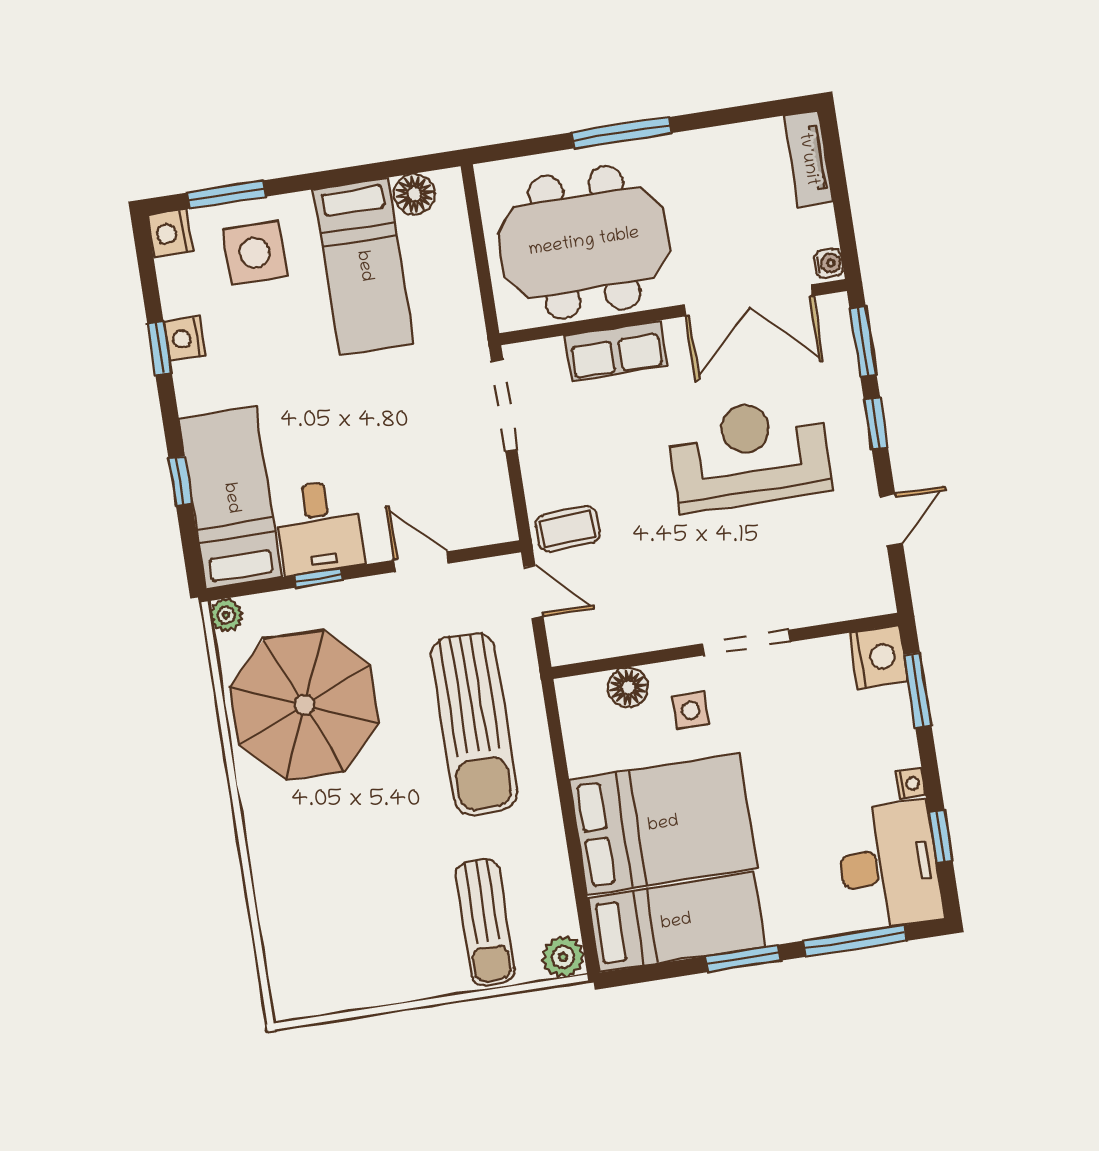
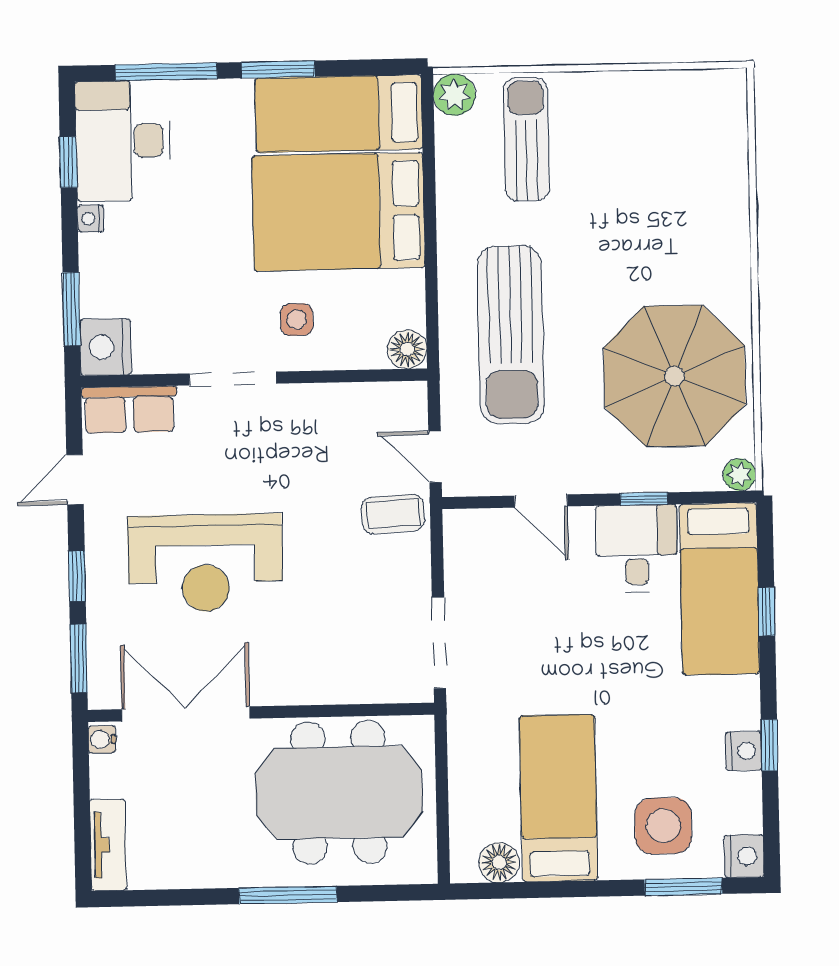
row of seats: (616, 351) -> (129, 410), moved, turned 180
floor lamp: (628, 687) -> (407, 349), moved
sun lounger: (474, 724) -> (511, 335), turned 180

